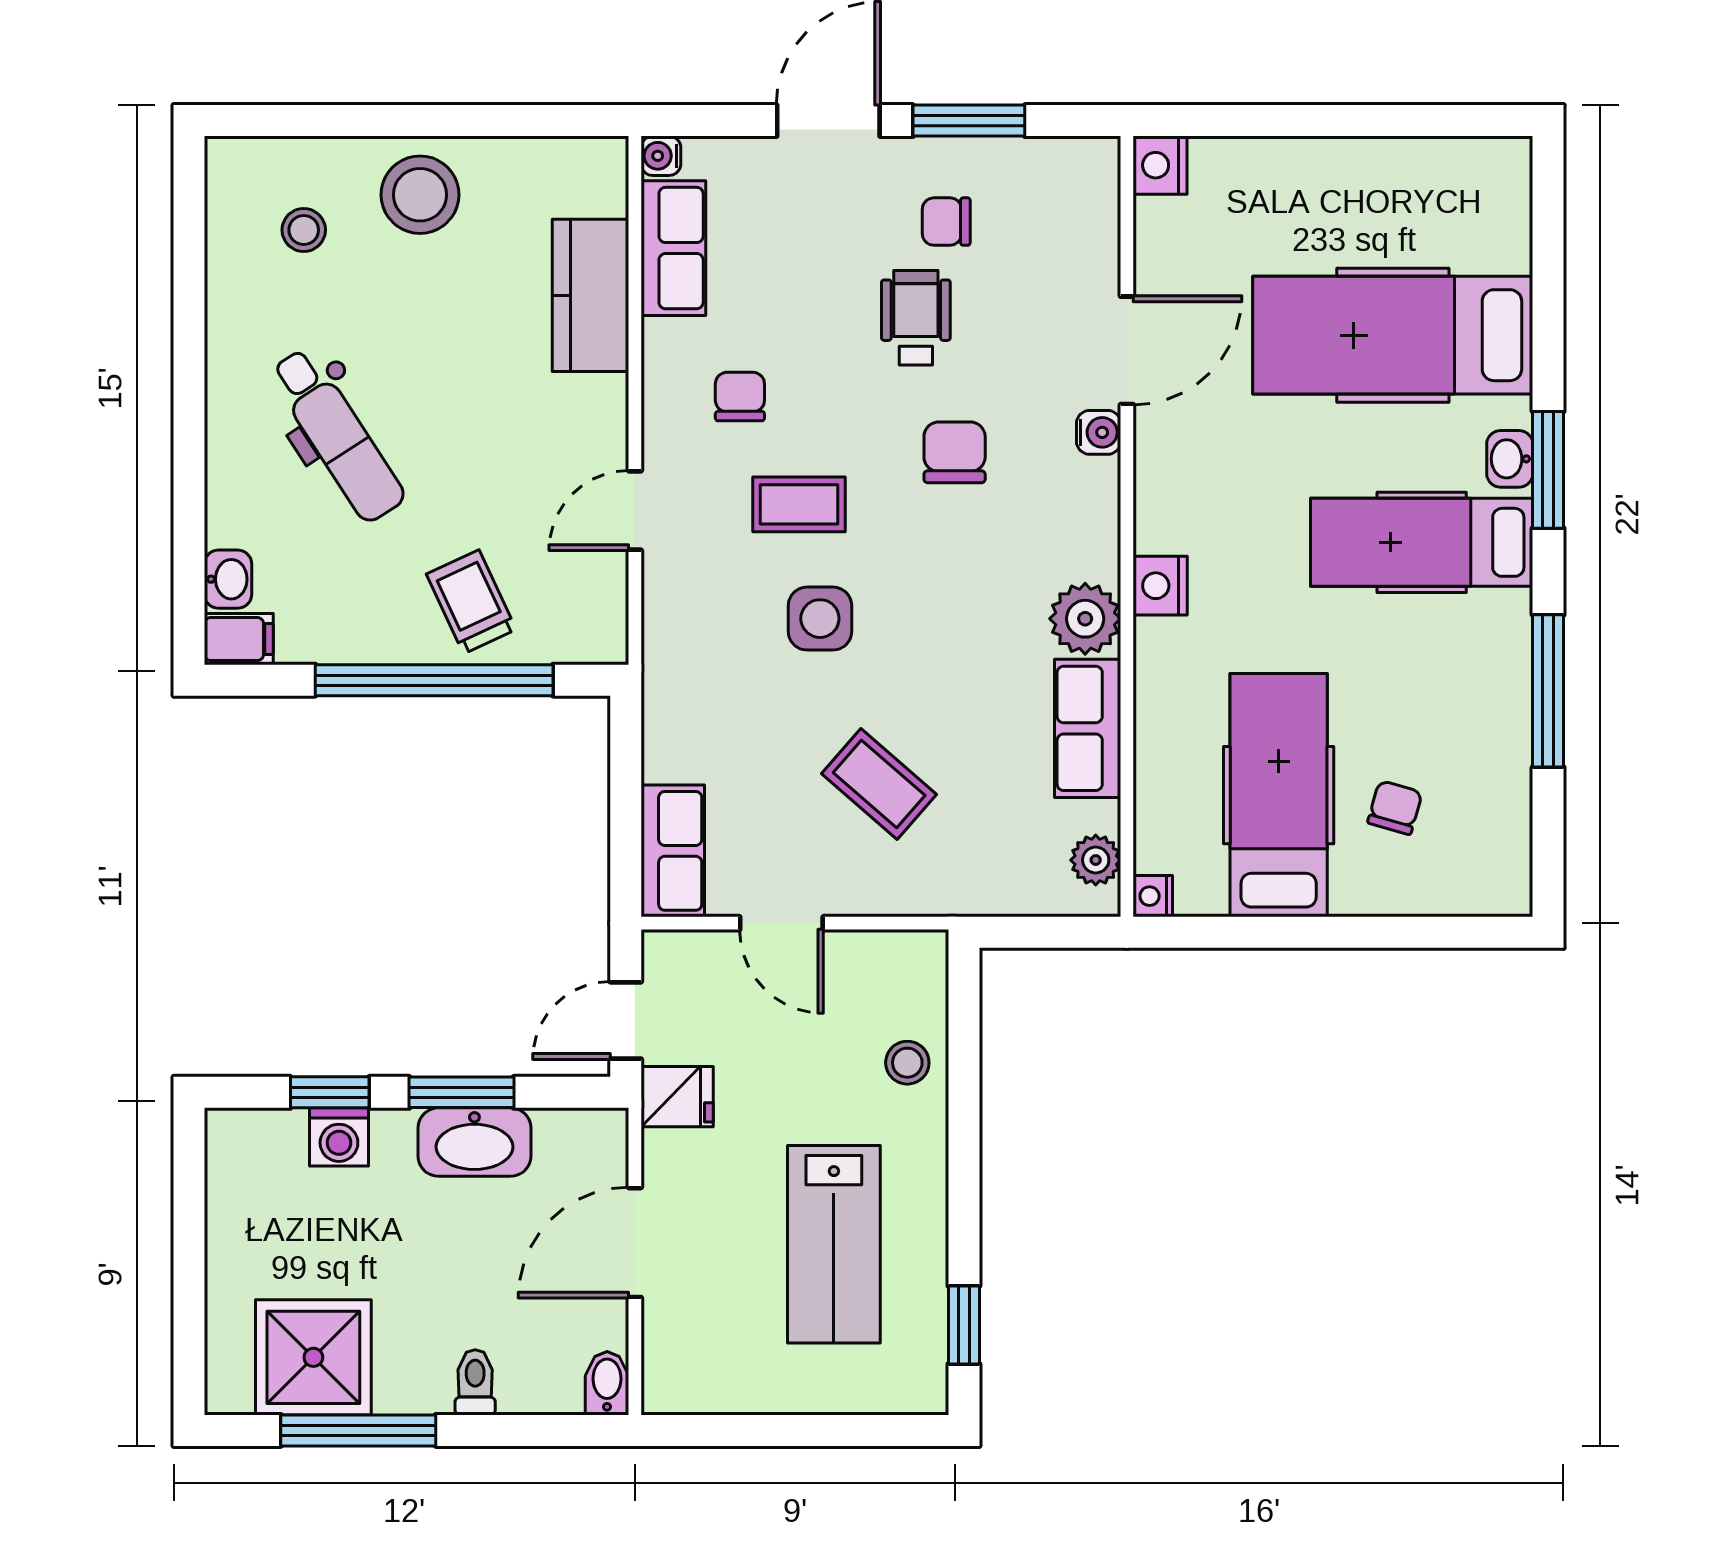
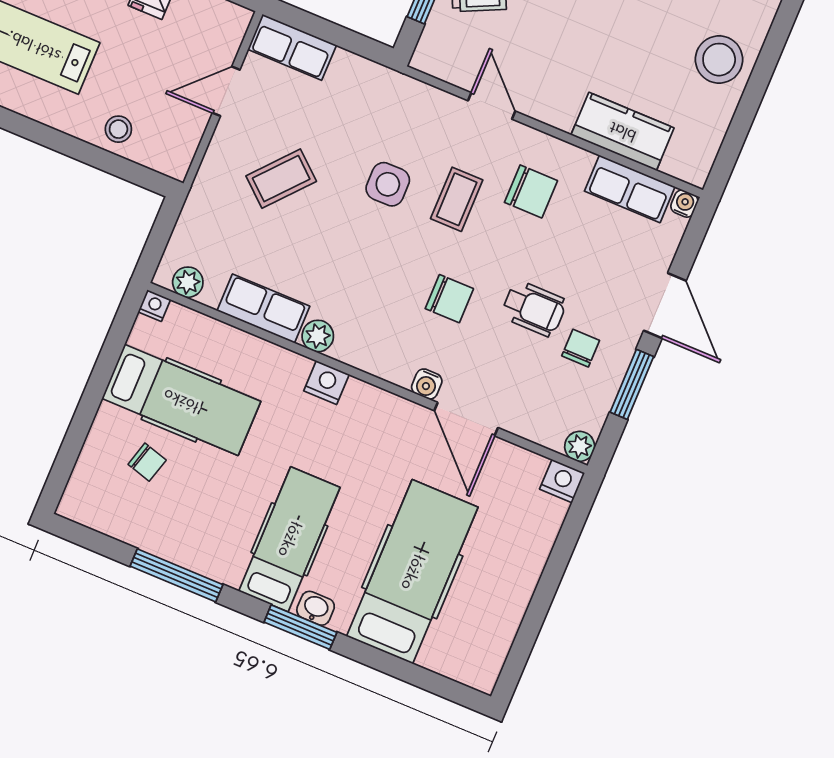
plant: (1096, 161) -> (580, 446), added
chair: (740, 396) -> (531, 191), width x1.37, depth x1.37
plant: (1085, 619) -> (318, 336), width x0.73, depth x0.73

